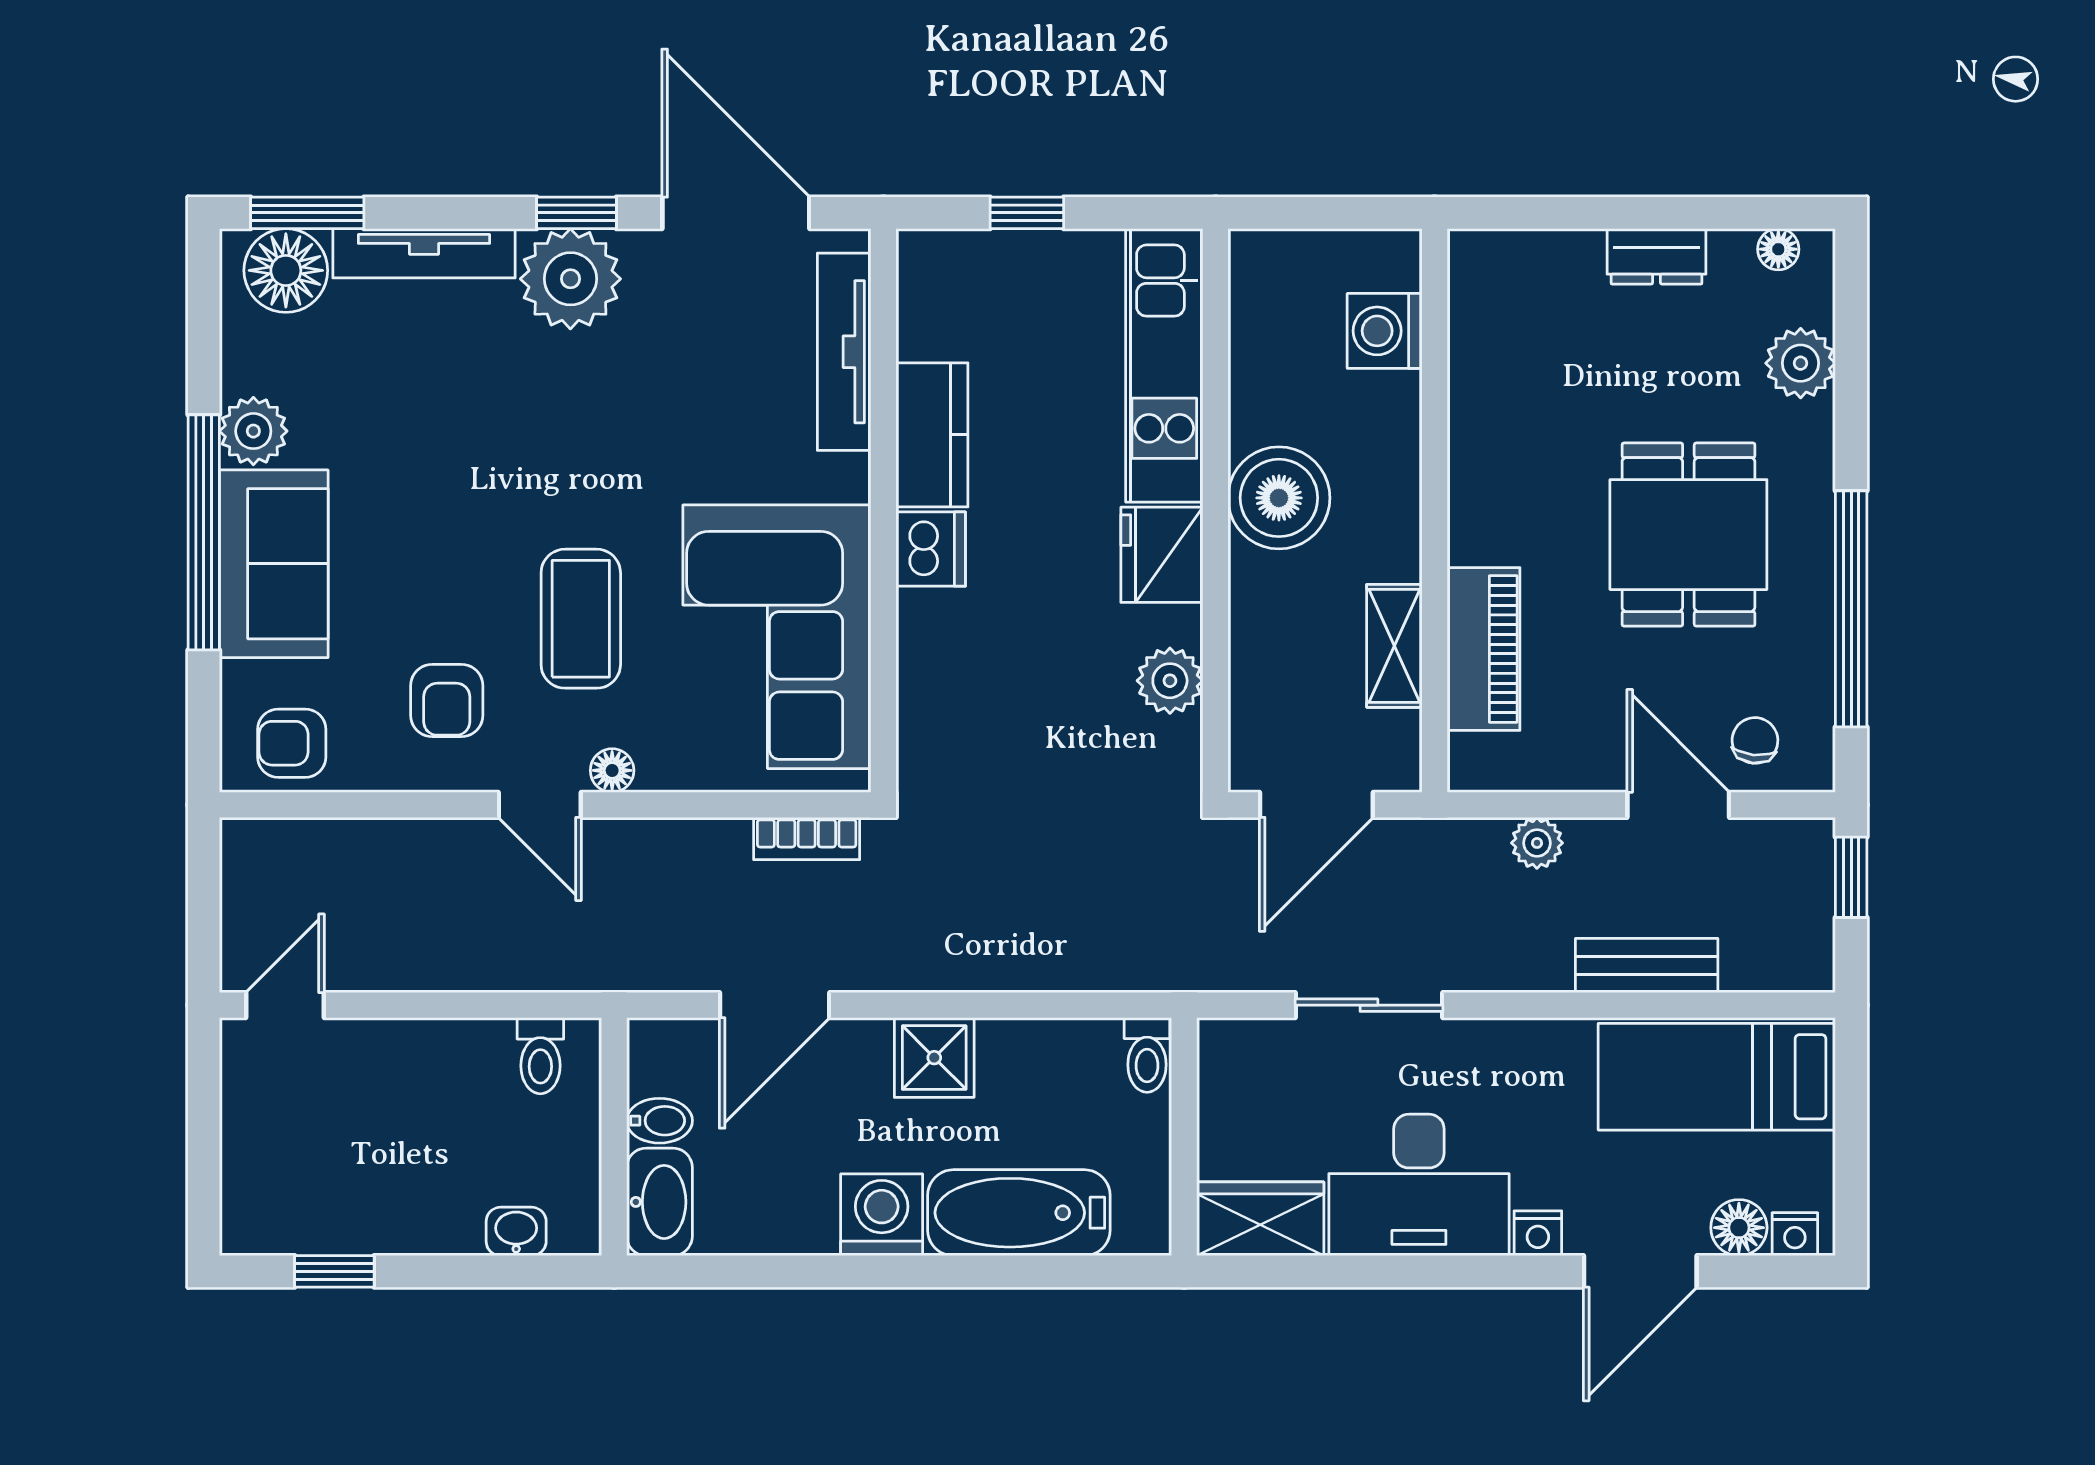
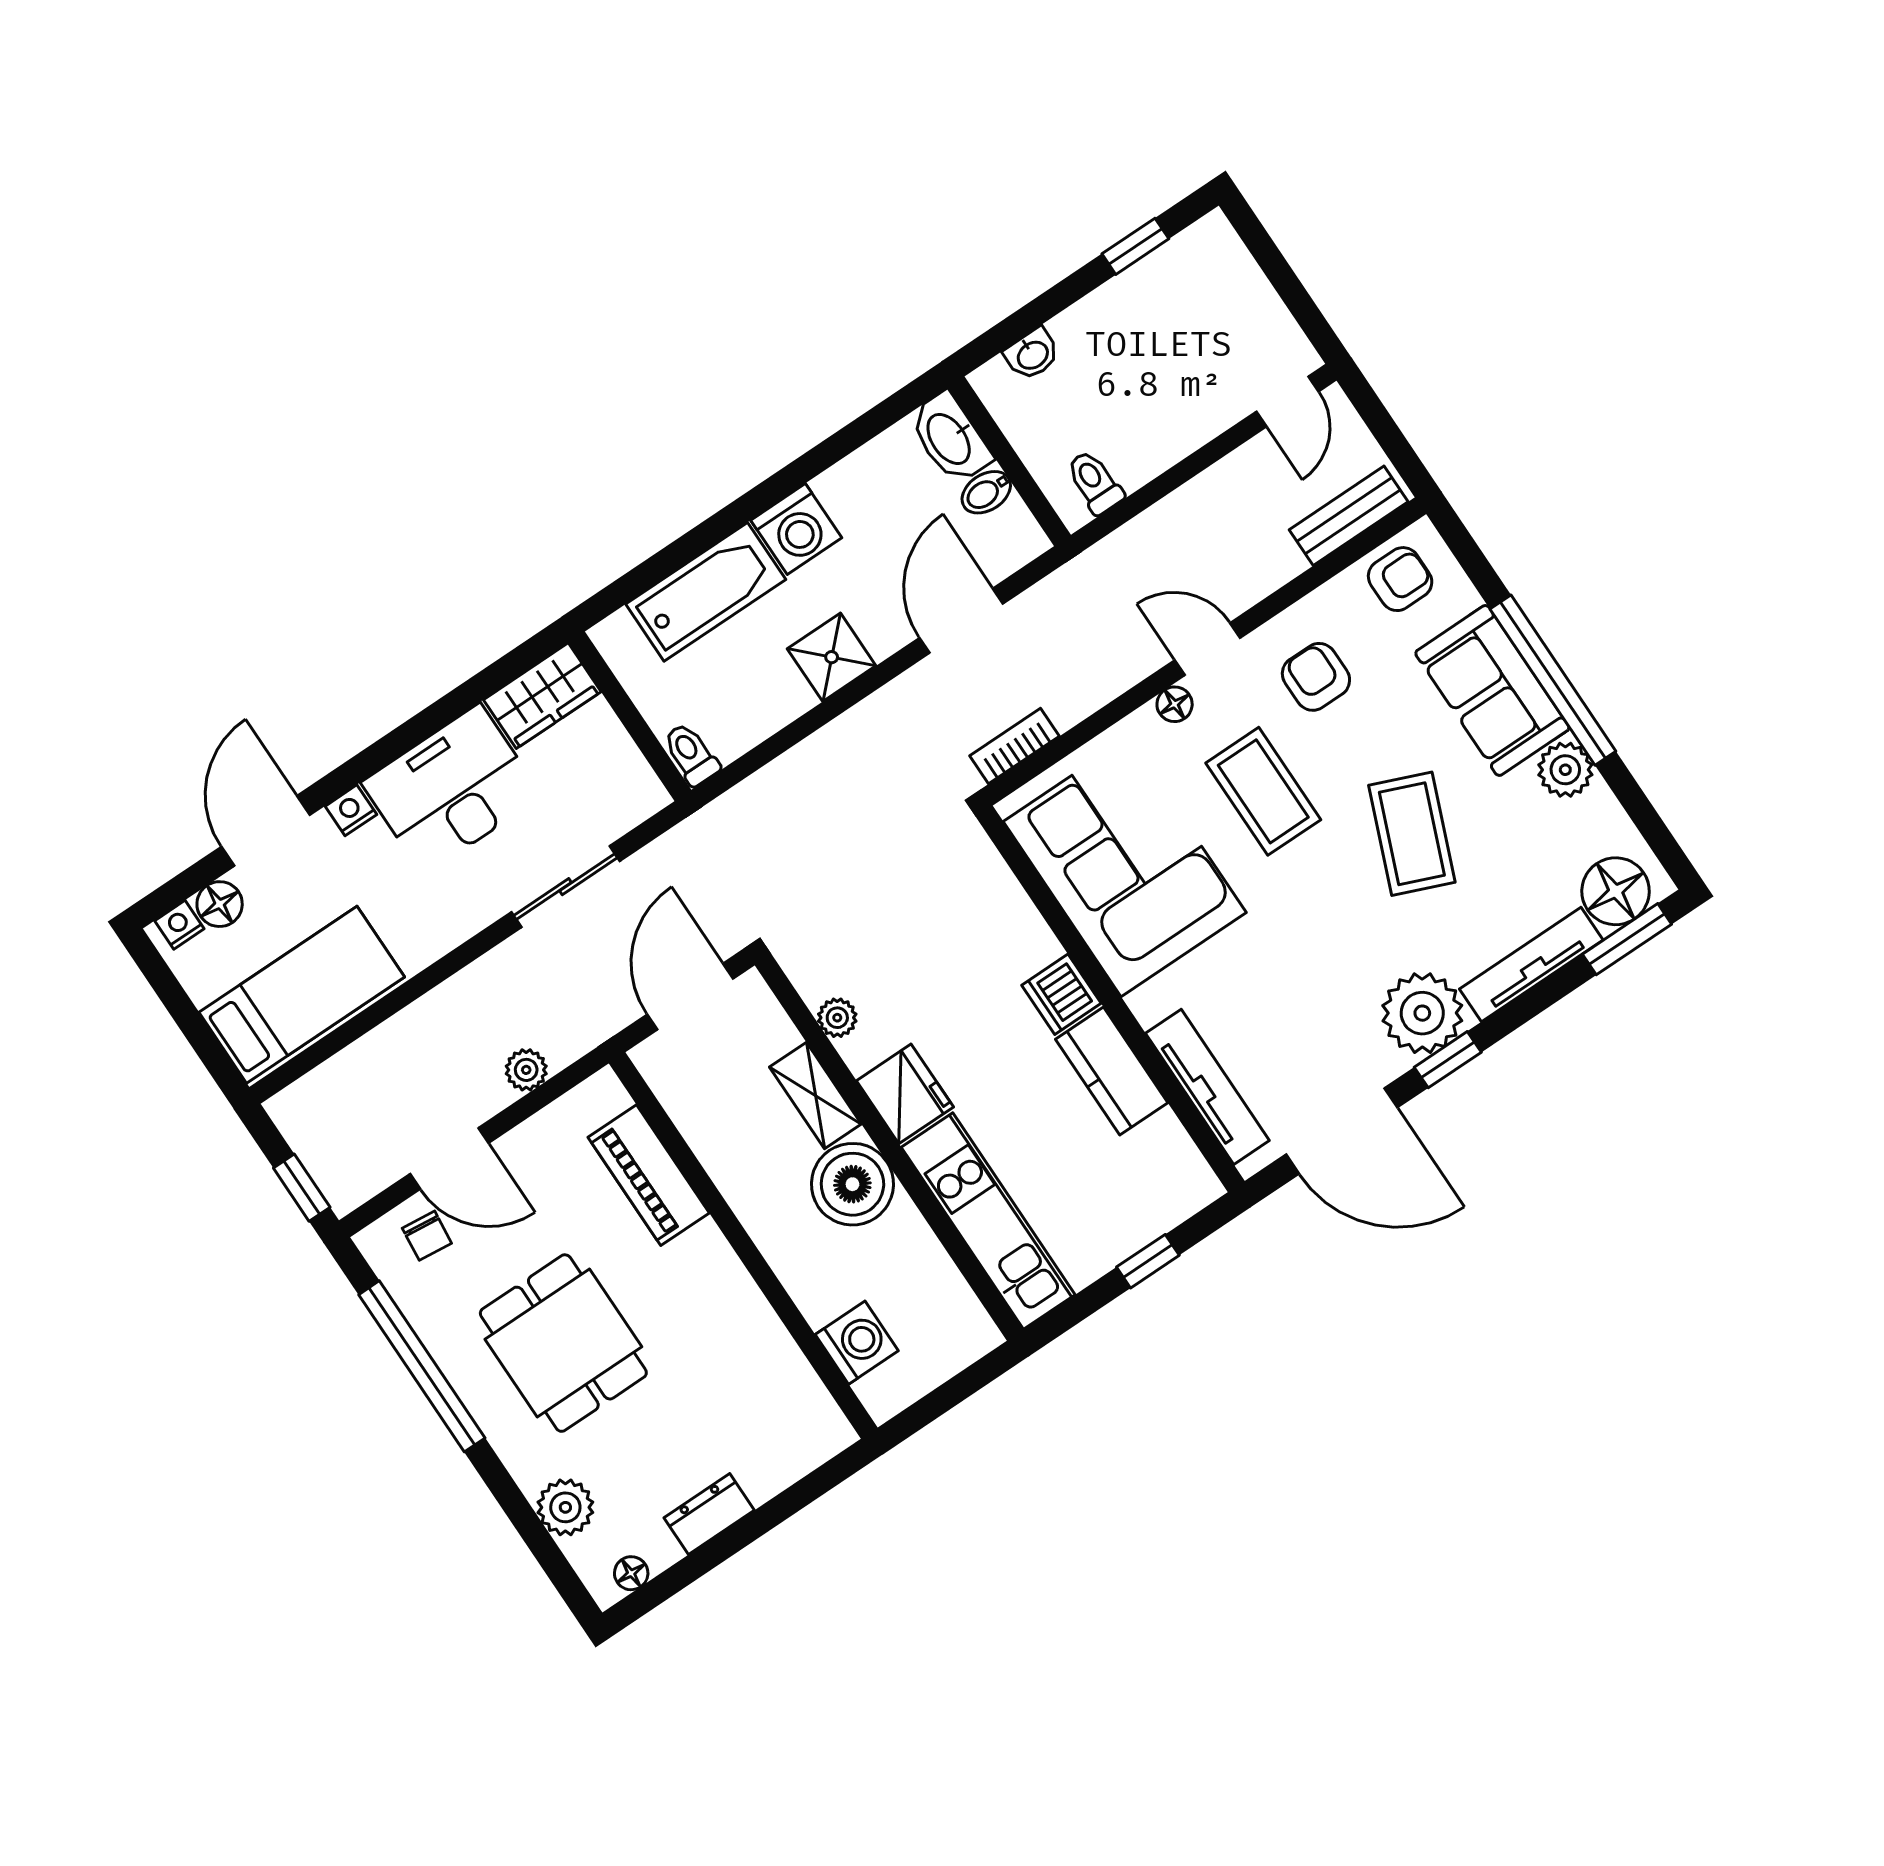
coffee table: (457, 472) -> (1412, 834), added
shelving: (1394, 646) -> (815, 1095), moved
plant: (1170, 681) -> (837, 1018), width x0.73, depth x0.73
bench: (1647, 965) -> (1349, 516), moved

